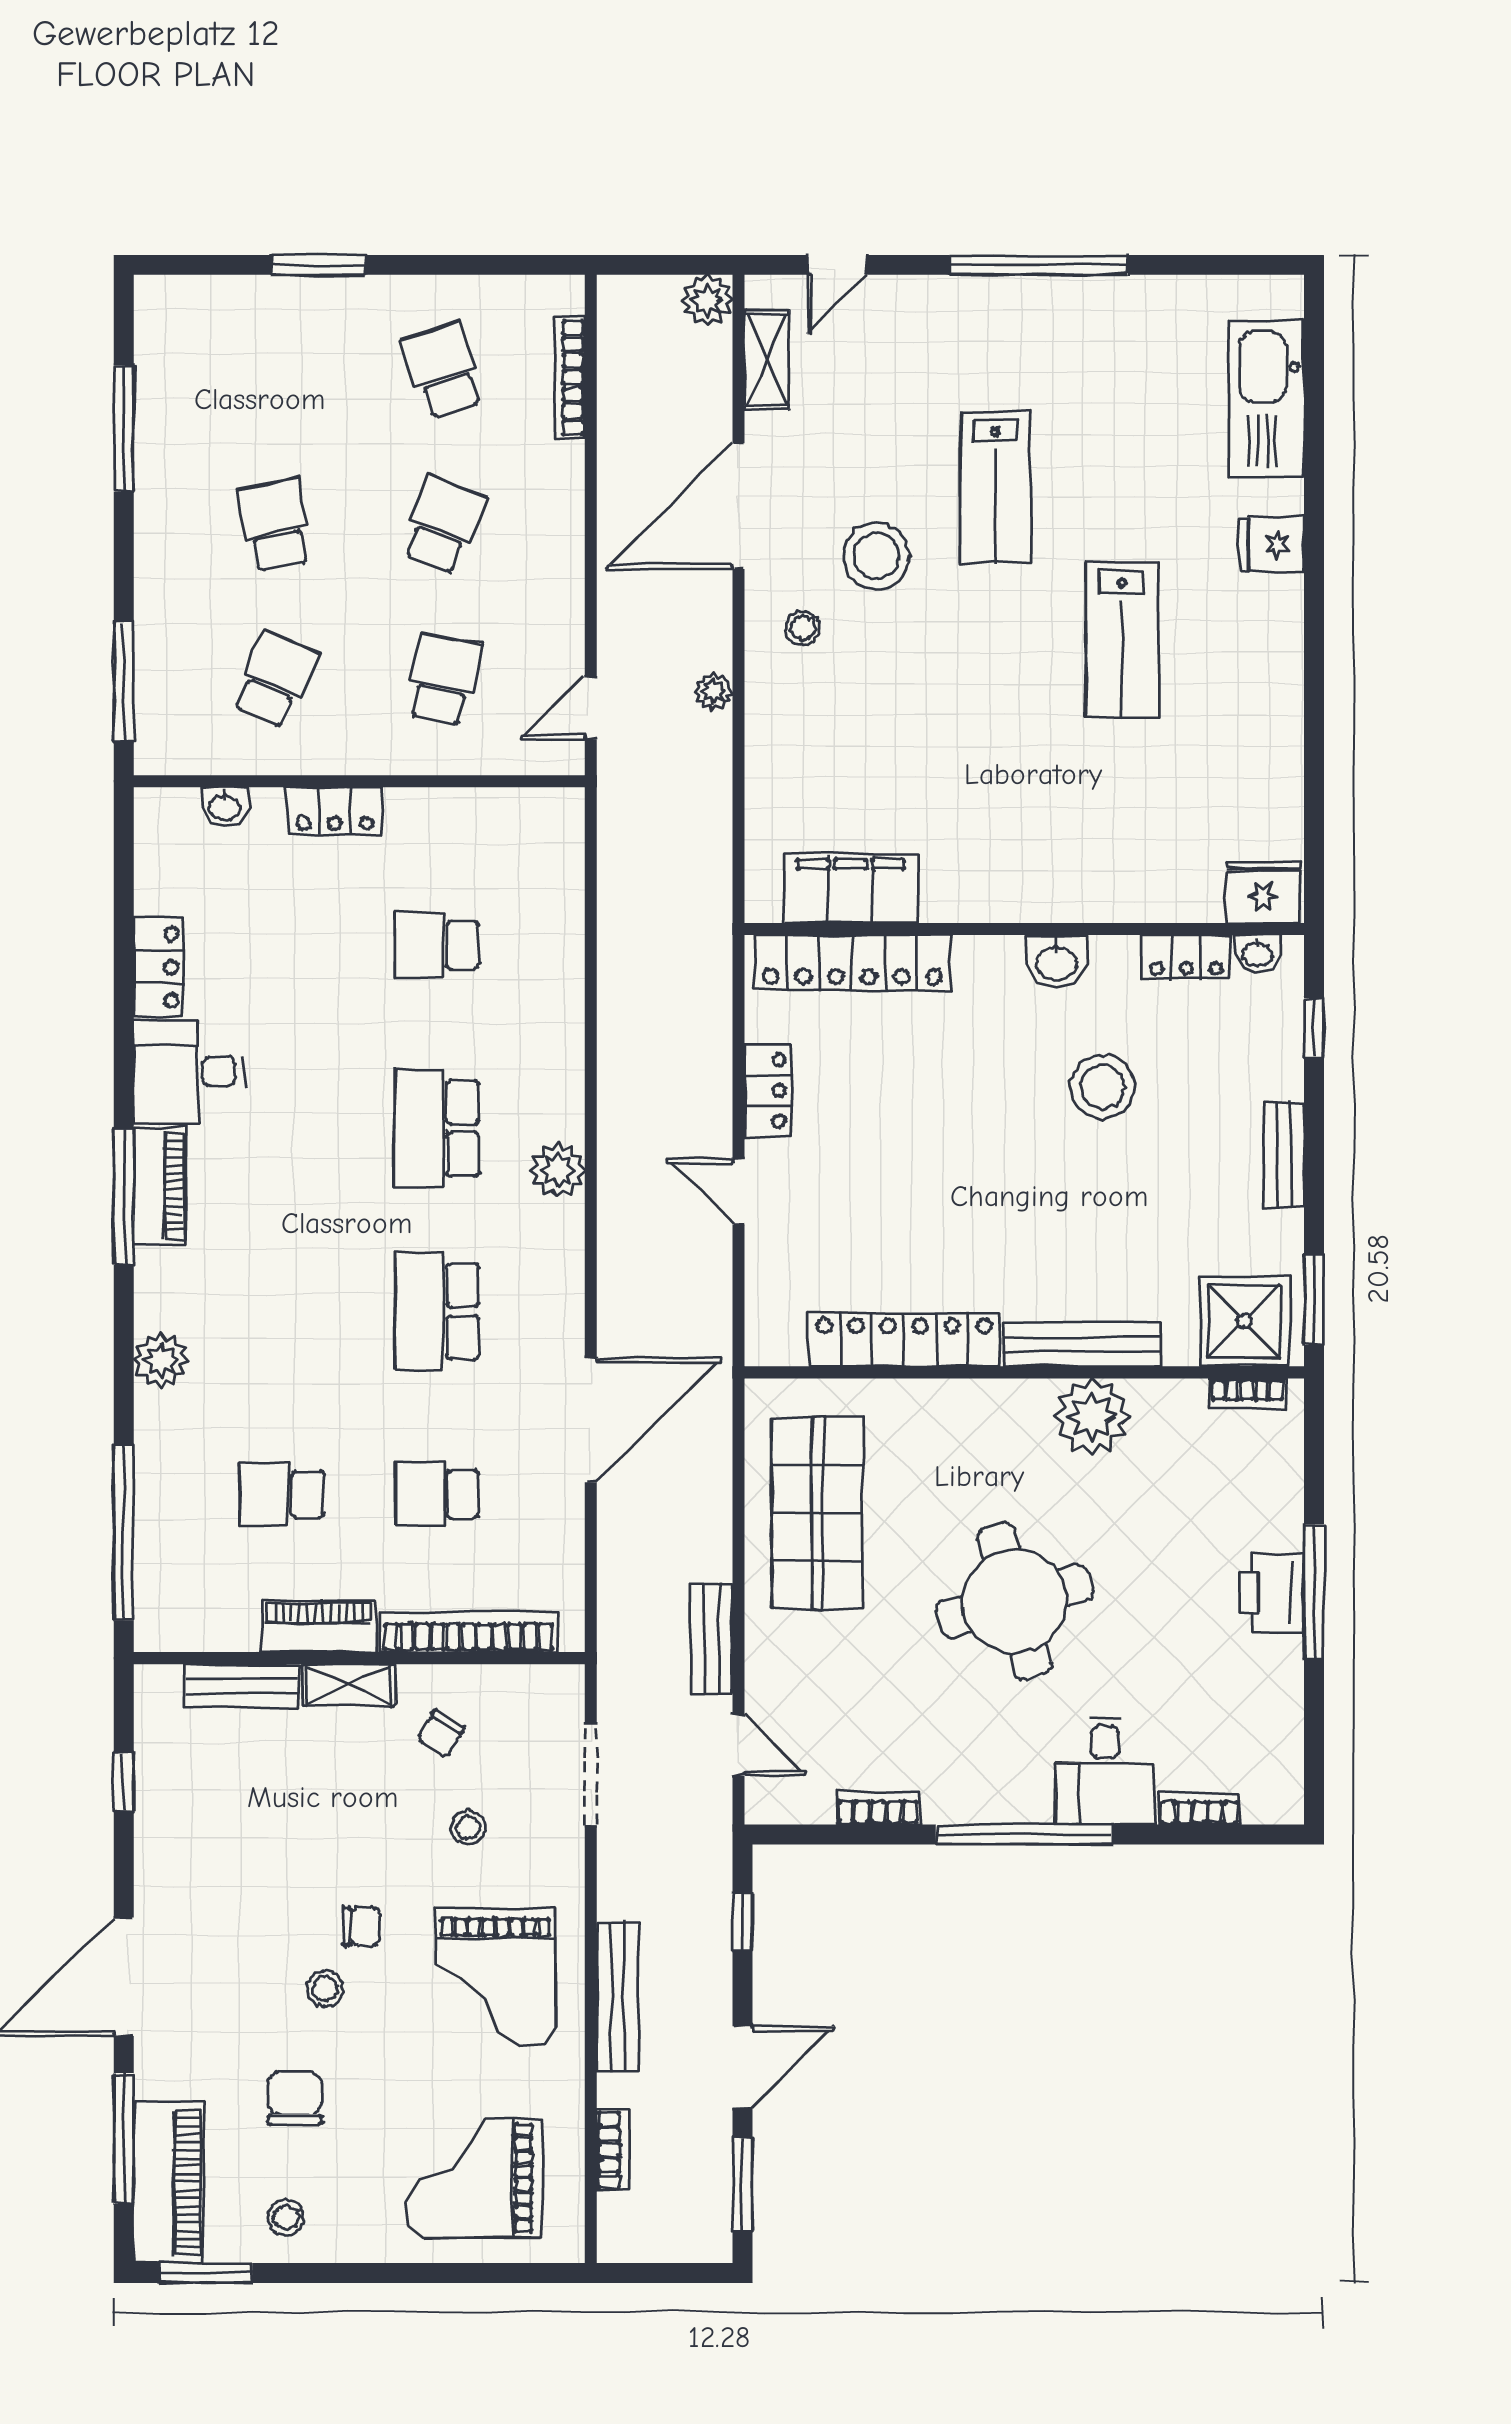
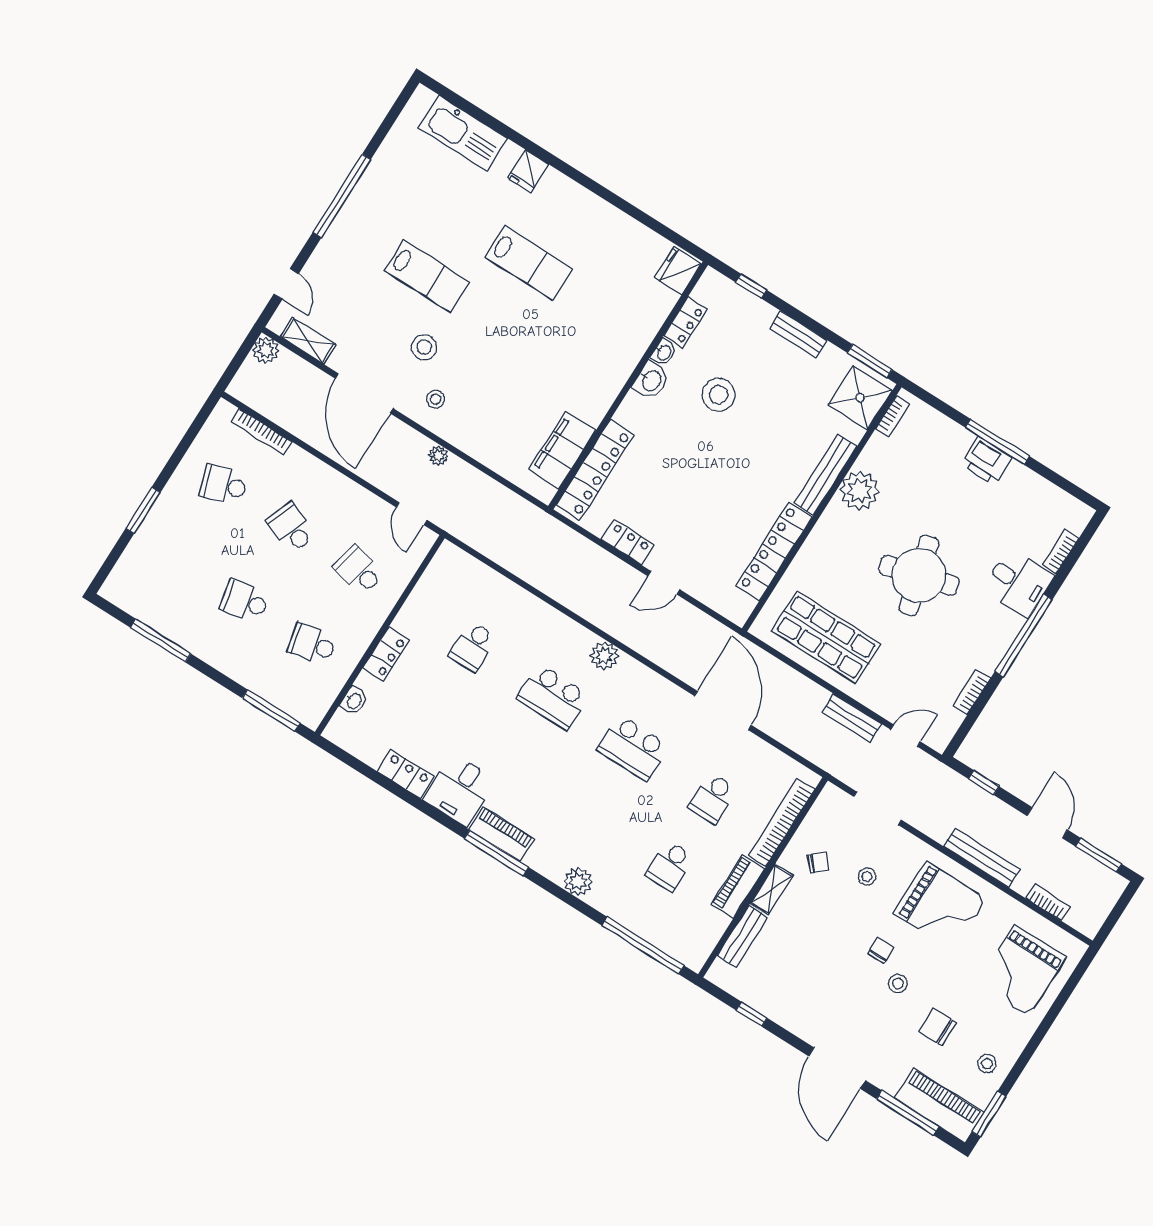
stool: (876, 556) -> (424, 347), width x0.73, depth x0.73
school desk: (275, 679) -> (312, 644), turned -36
washbasin: (1258, 953) -> (664, 353), moved
chair: (441, 1734) -> (818, 863), turned -73

